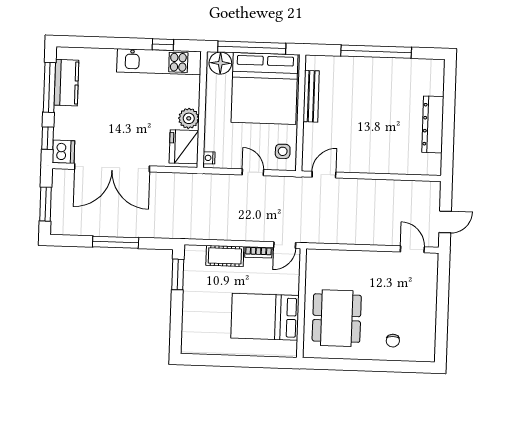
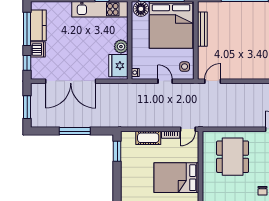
dishwasher: (63, 152) -> (38, 49), moved
dining table: (337, 318) -> (233, 157), moved

